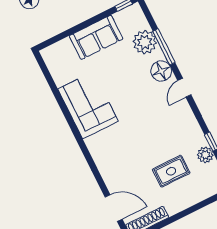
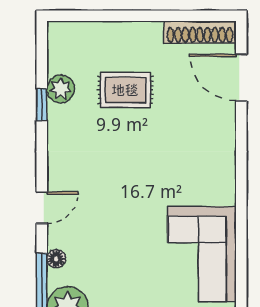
floor lamp: (161, 71) -> (56, 259), width x0.53, depth x0.53

